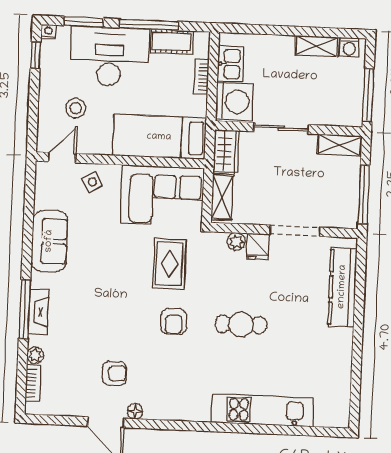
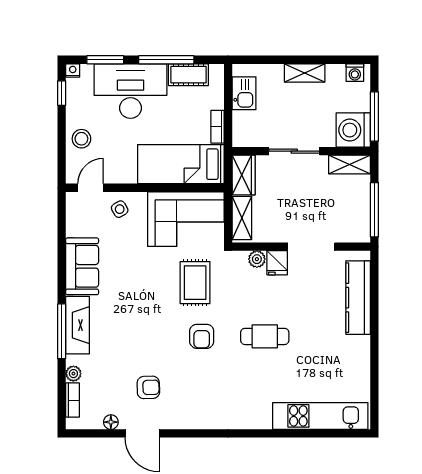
shelving: (317, 46) -> (305, 73), moved
bookcase: (201, 77) -> (218, 127), moved
washing machine: (234, 102) -> (353, 130), moved, turned 180
stool: (76, 108) -> (81, 139), moved
fireplace: (38, 312) -> (78, 325), width x1.37, depth x1.32
kitchen unit: (262, 410) -> (320, 416), moved
floor lamp: (135, 411) -> (111, 422), moved

